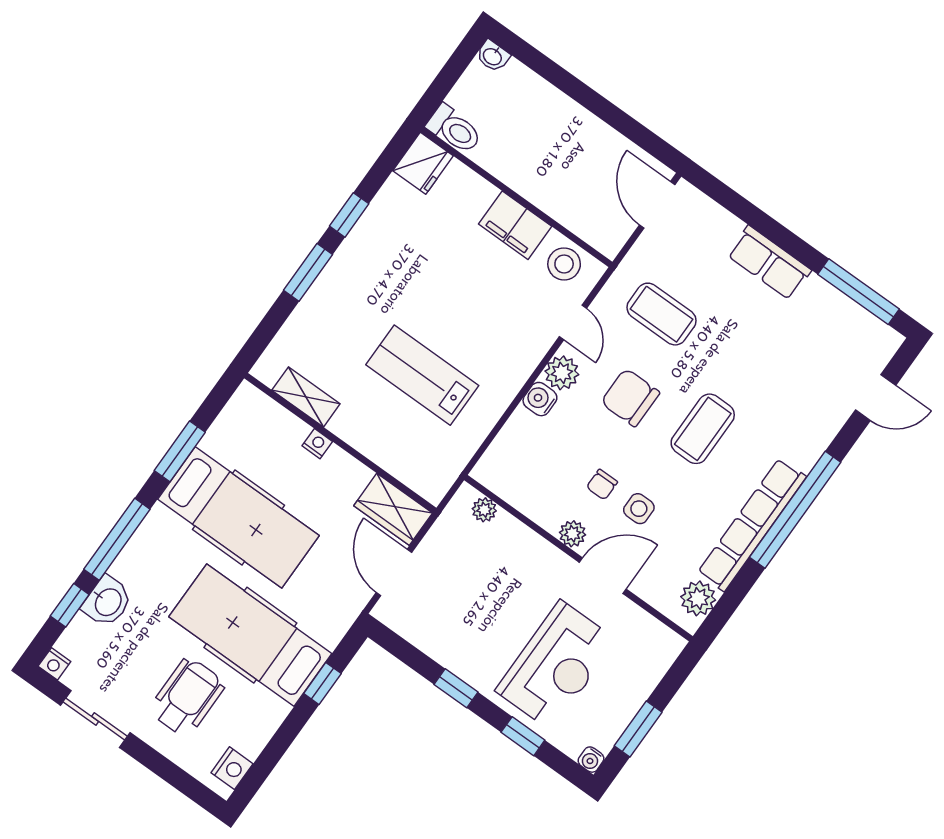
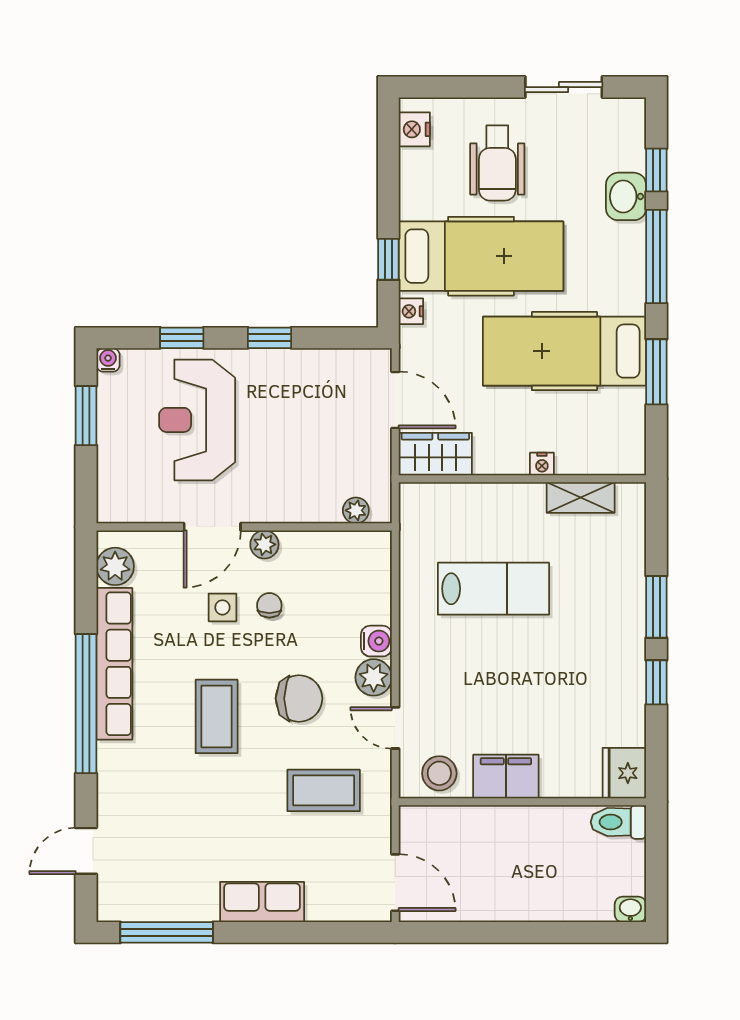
nightstand: (54, 664) -> (411, 311), moved, turned -90

